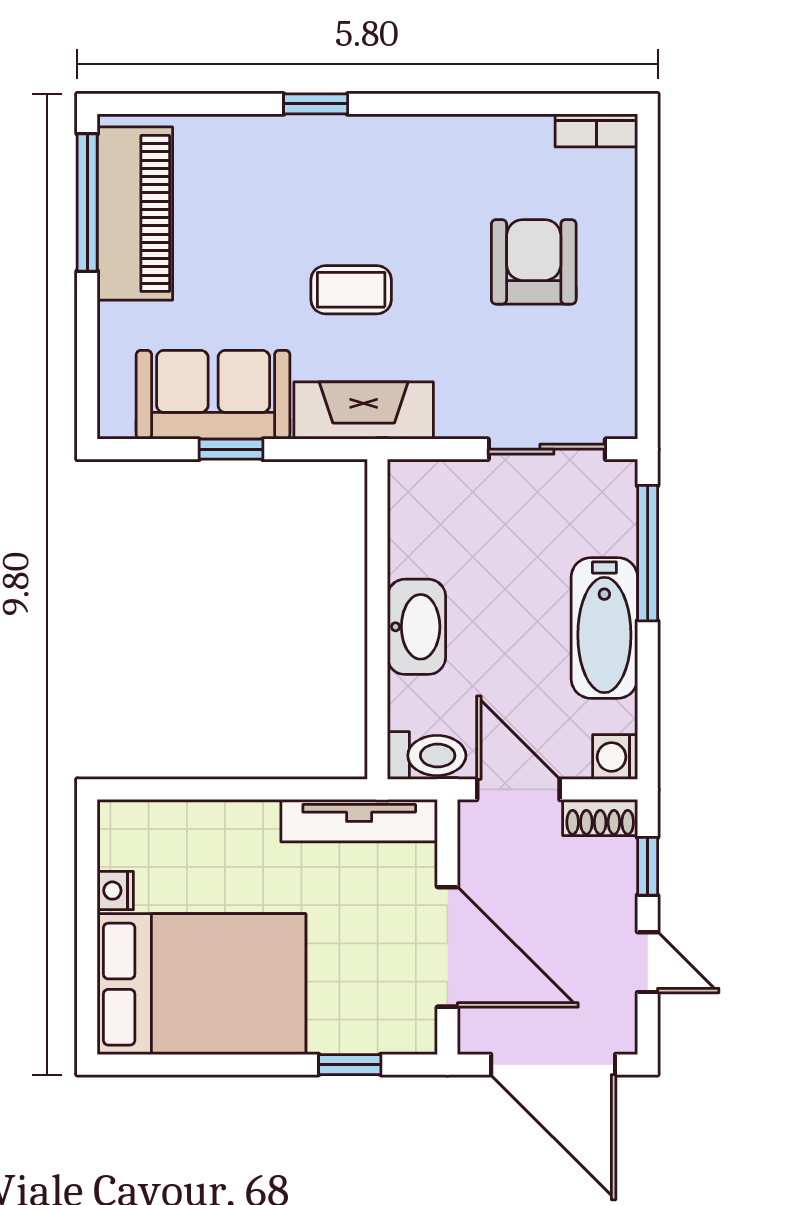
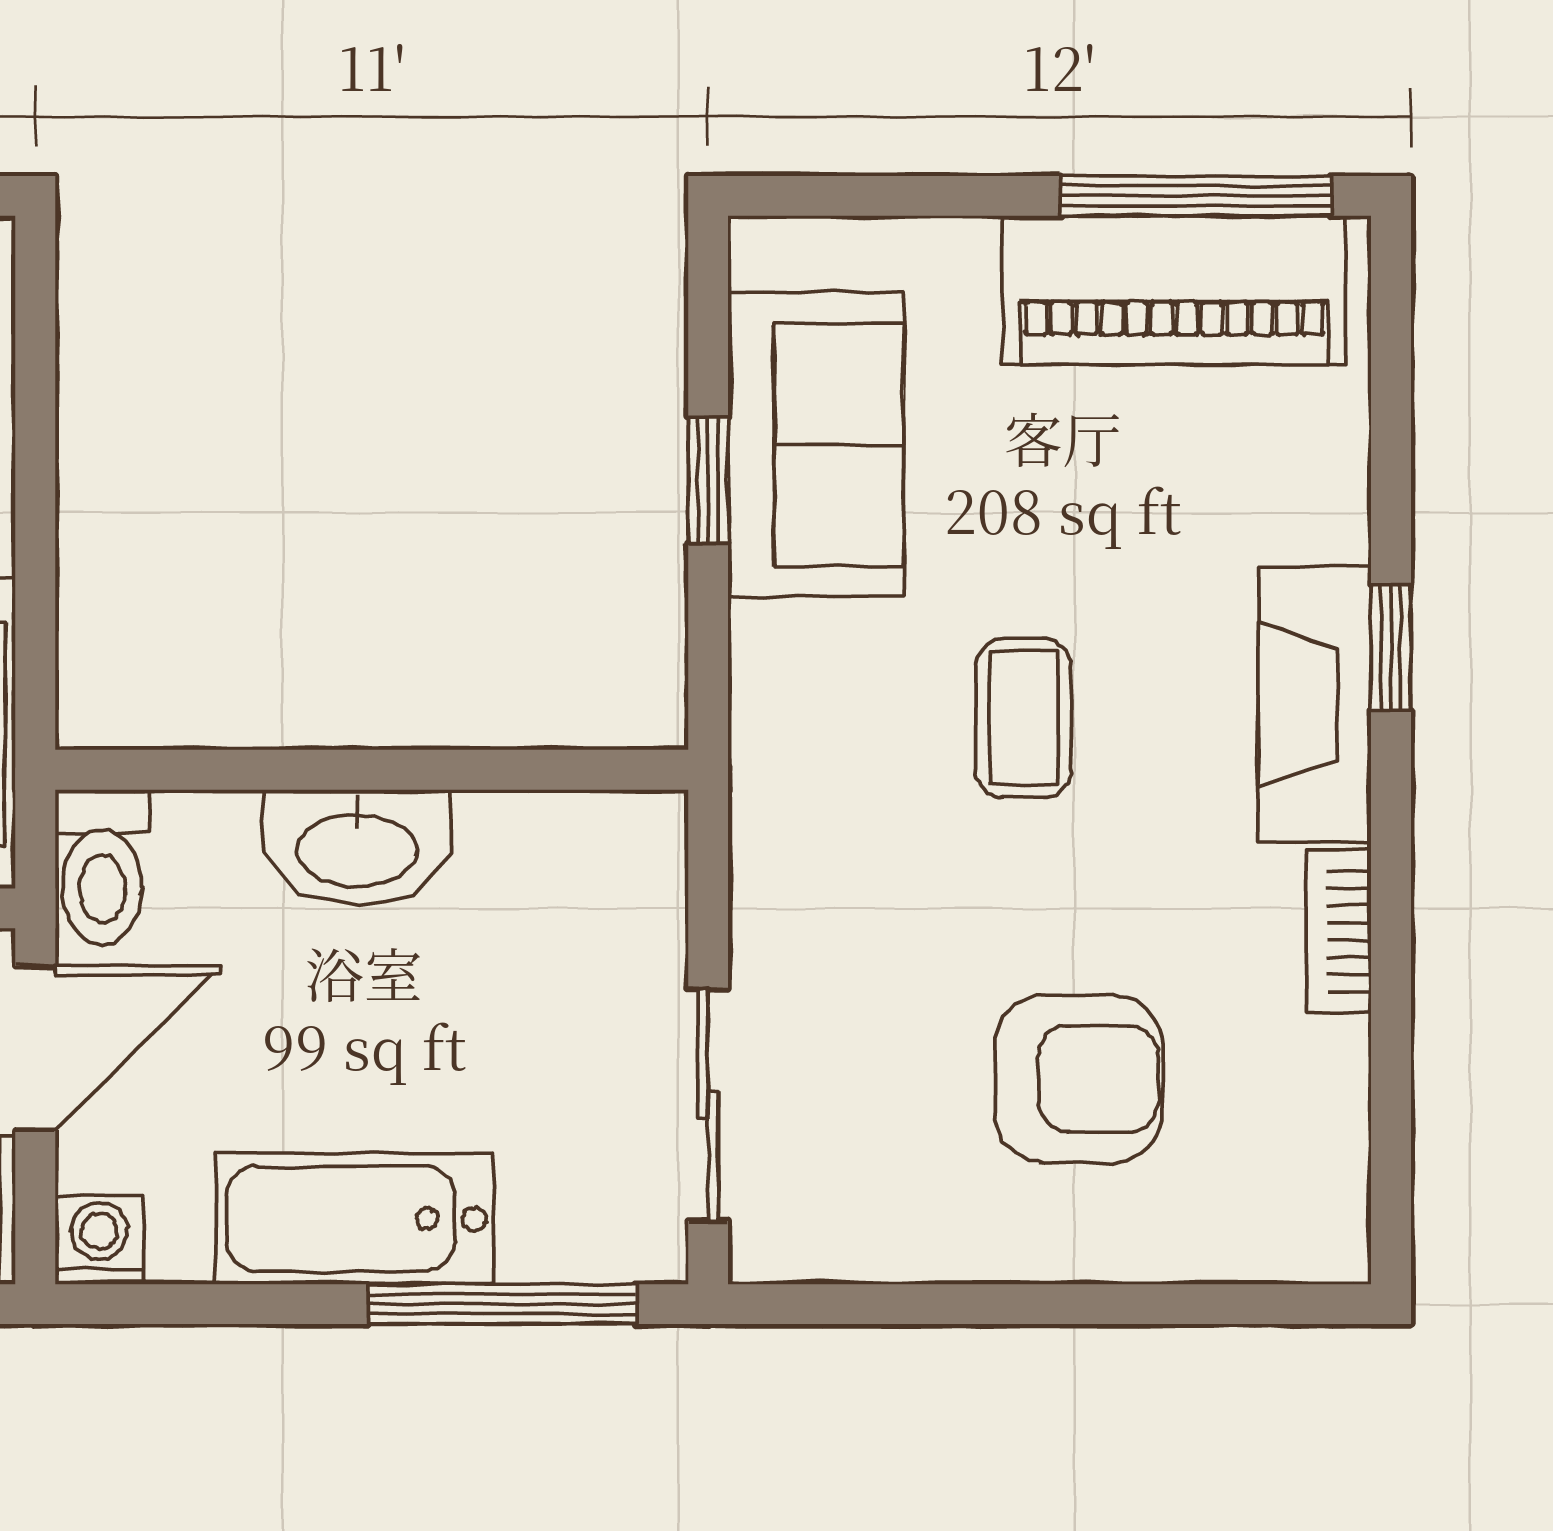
bookcase: (596, 130) -> (1339, 931), moved
fireplace: (364, 411) -> (1315, 704), moved, turned 180

